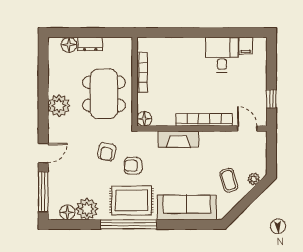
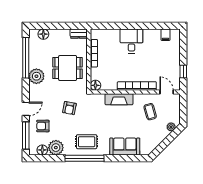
dresser: (90, 44) -> (79, 34), moved
desk: (222, 55) -> (131, 41), moved
window: (43, 79) -> (26, 58), added
dining table: (104, 94) -> (68, 68), width x0.73
armchair: (133, 166) -> (43, 126), moved
coffee table: (229, 180) -> (150, 112), moved
rug: (131, 200) -> (87, 142), width x0.73, depth x0.70
sofa: (187, 207) -> (125, 147), width x0.73

